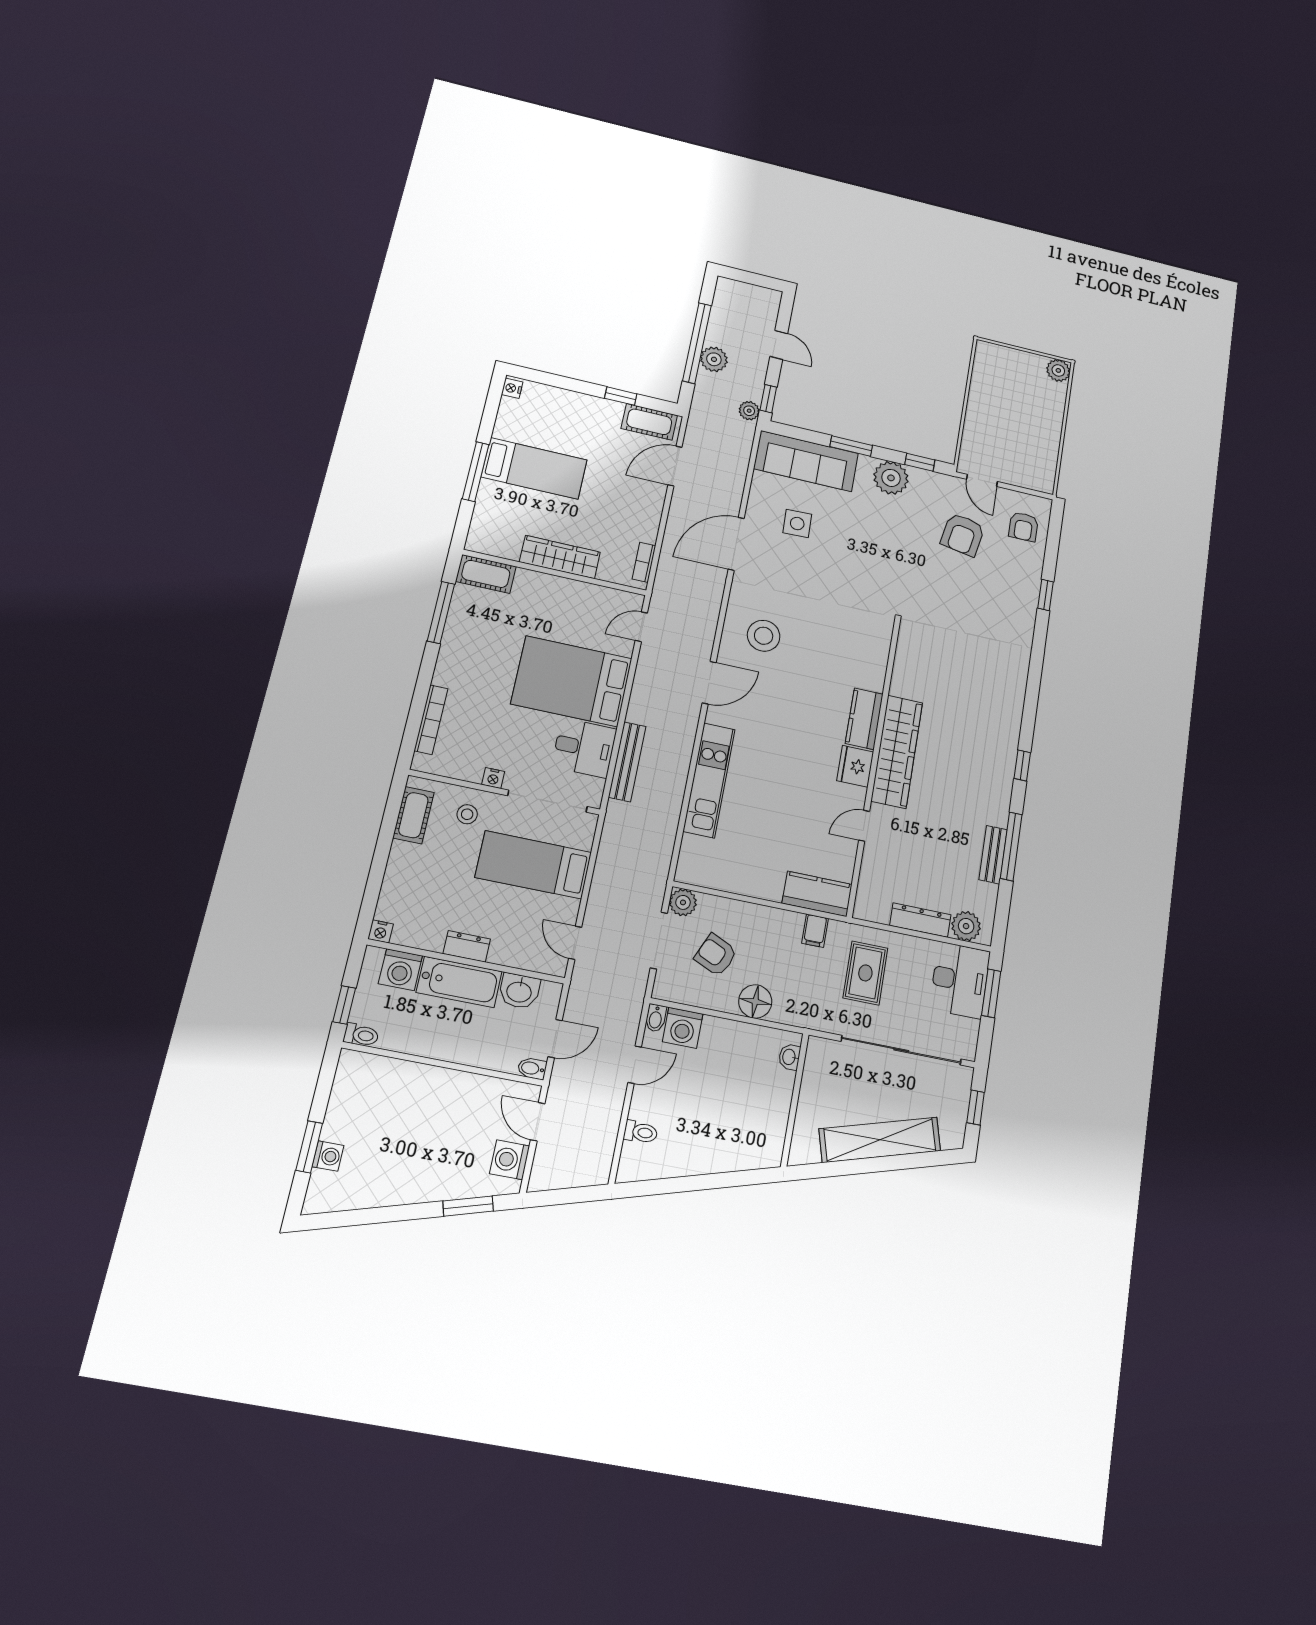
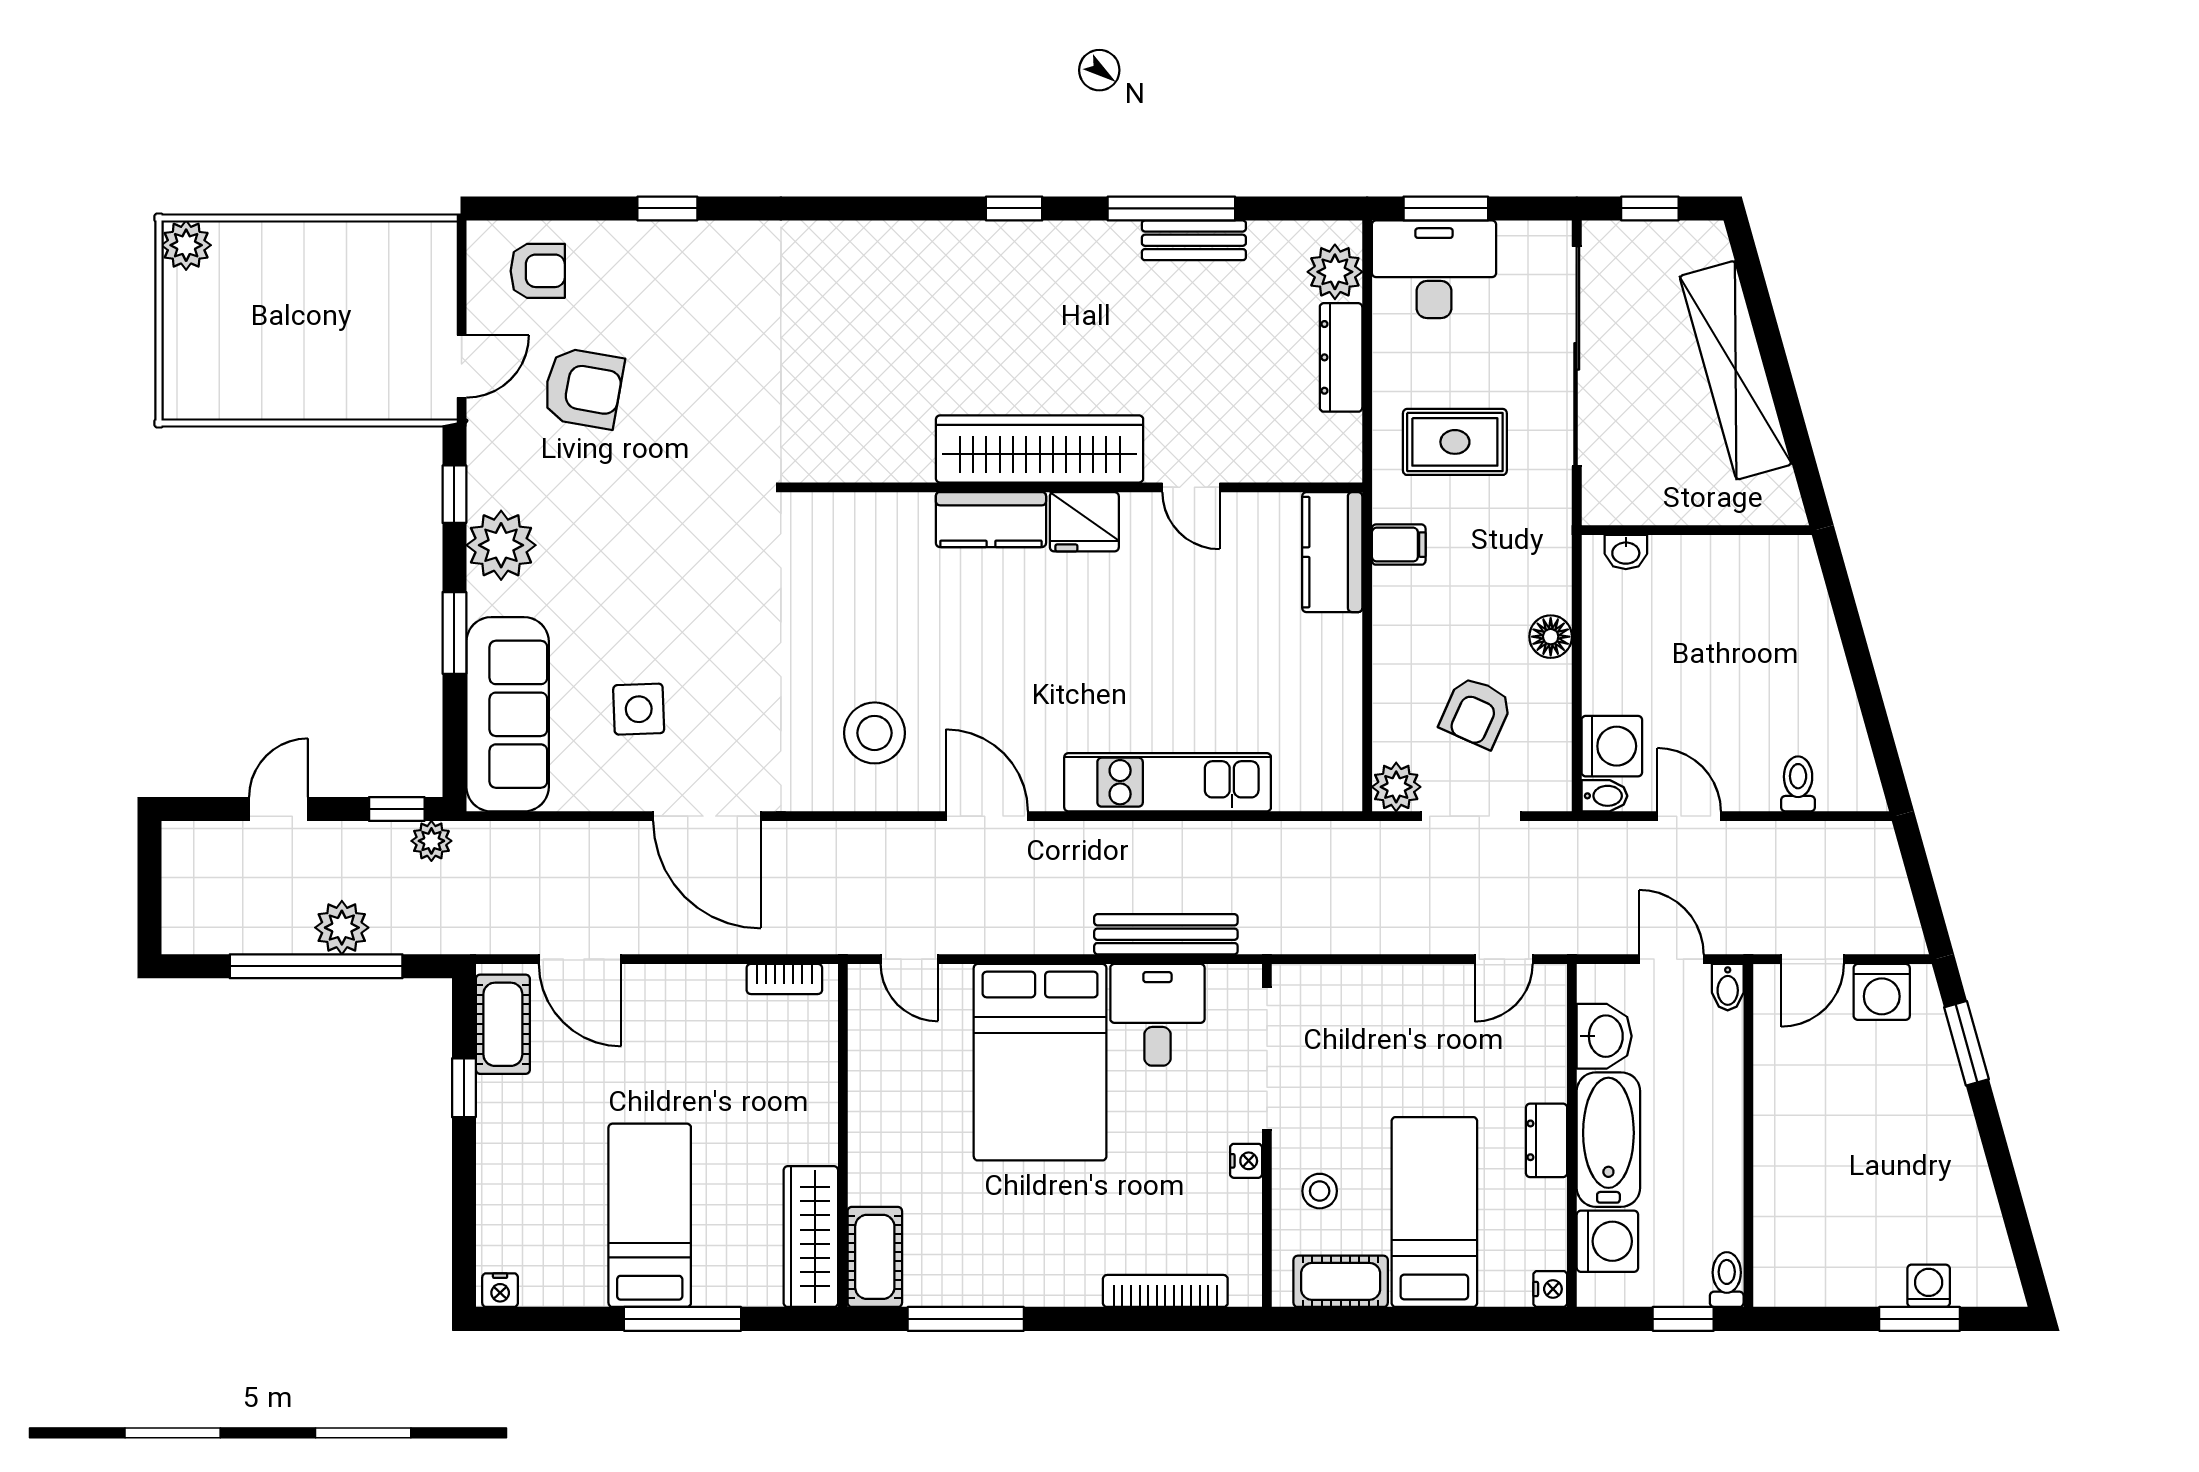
wardrobe: (560, 557) -> (811, 1237), moved
bed: (533, 865) -> (1434, 1212), moved, turned 180
floor lamp: (755, 1001) -> (1551, 637), width x0.73, depth x0.73

